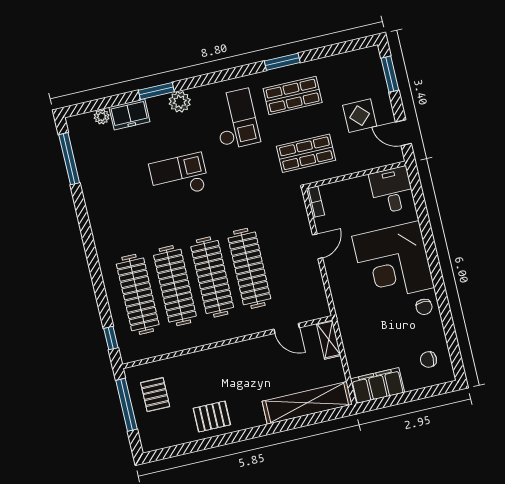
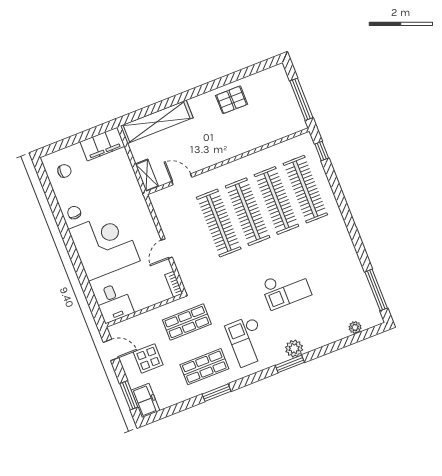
window: (156, 91) -> (290, 364), moved
freezer: (129, 114) -> (145, 400), moved, turned 90
pallet: (155, 395) -> (280, 111), removed

